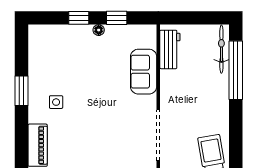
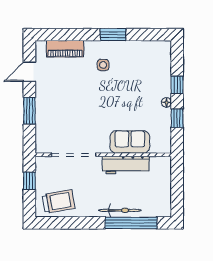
workbench: (170, 49) -> (126, 165), moved, width x1.37
bicycle: (221, 49) -> (120, 210), moved

